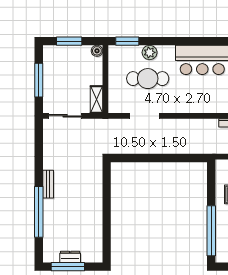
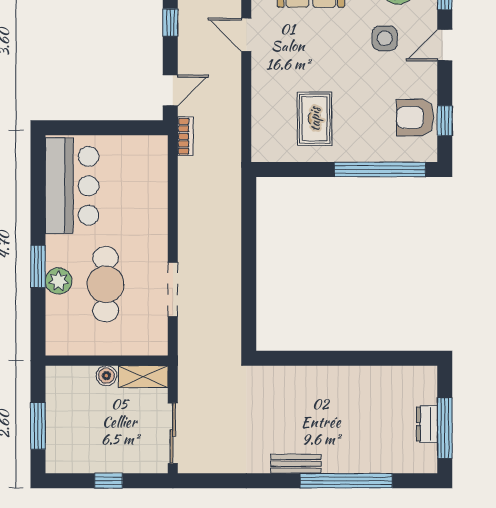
window: (127, 41) -> (38, 266), moved
boiler: (97, 51) -> (106, 376), moved
window: (39, 80) -> (108, 481), width x0.46

